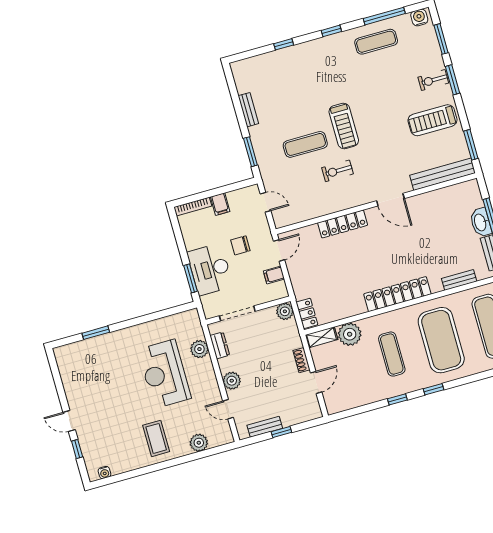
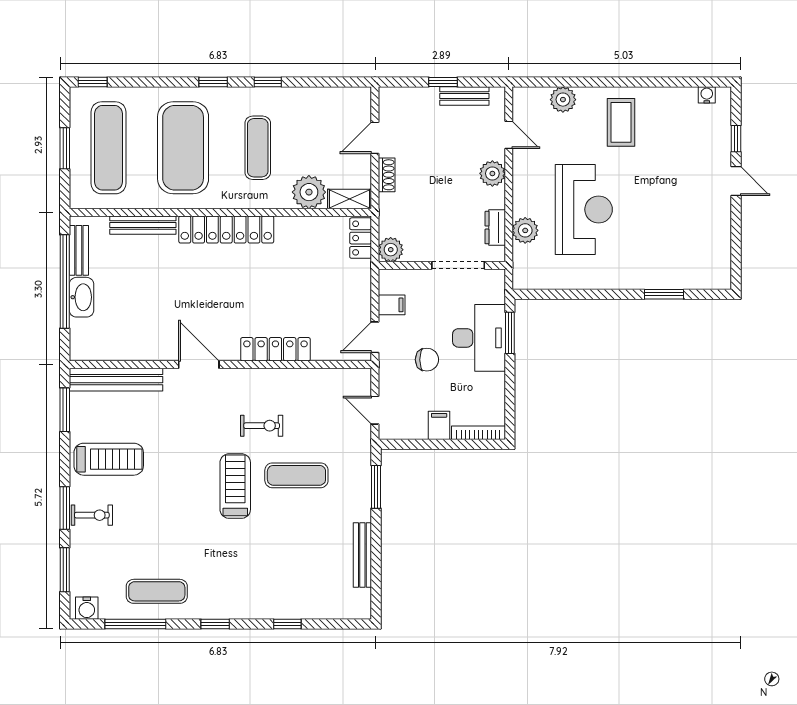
bench: (248, 110) -> (362, 555), width x1.36
bench: (459, 280) -> (143, 225), width x1.36

